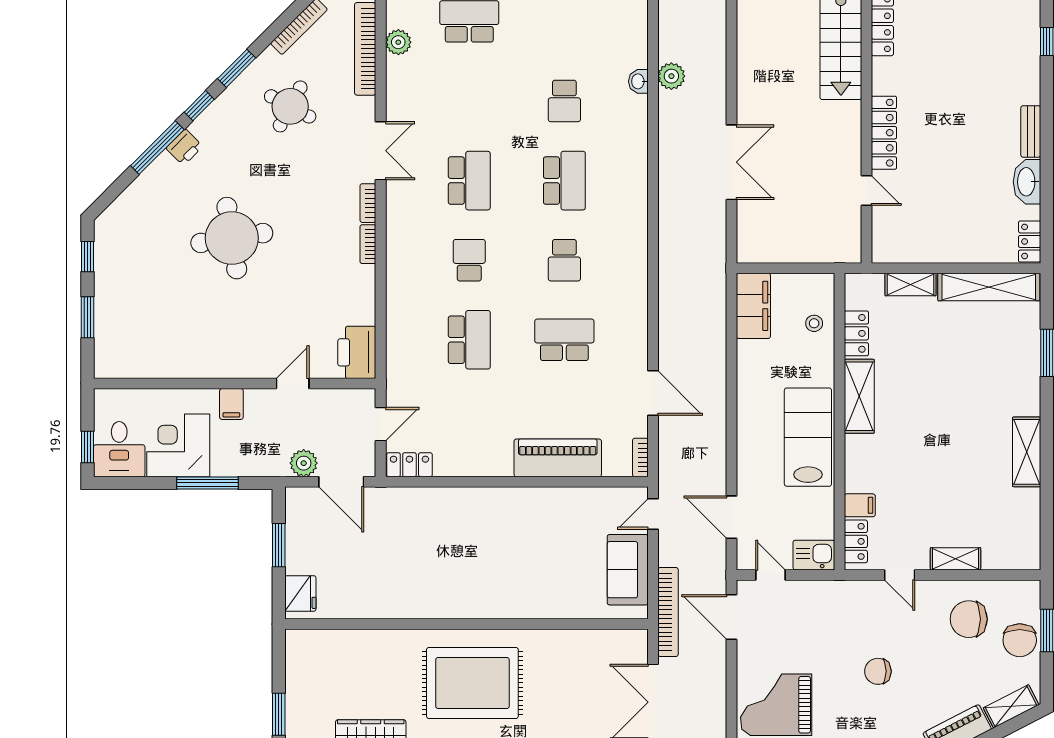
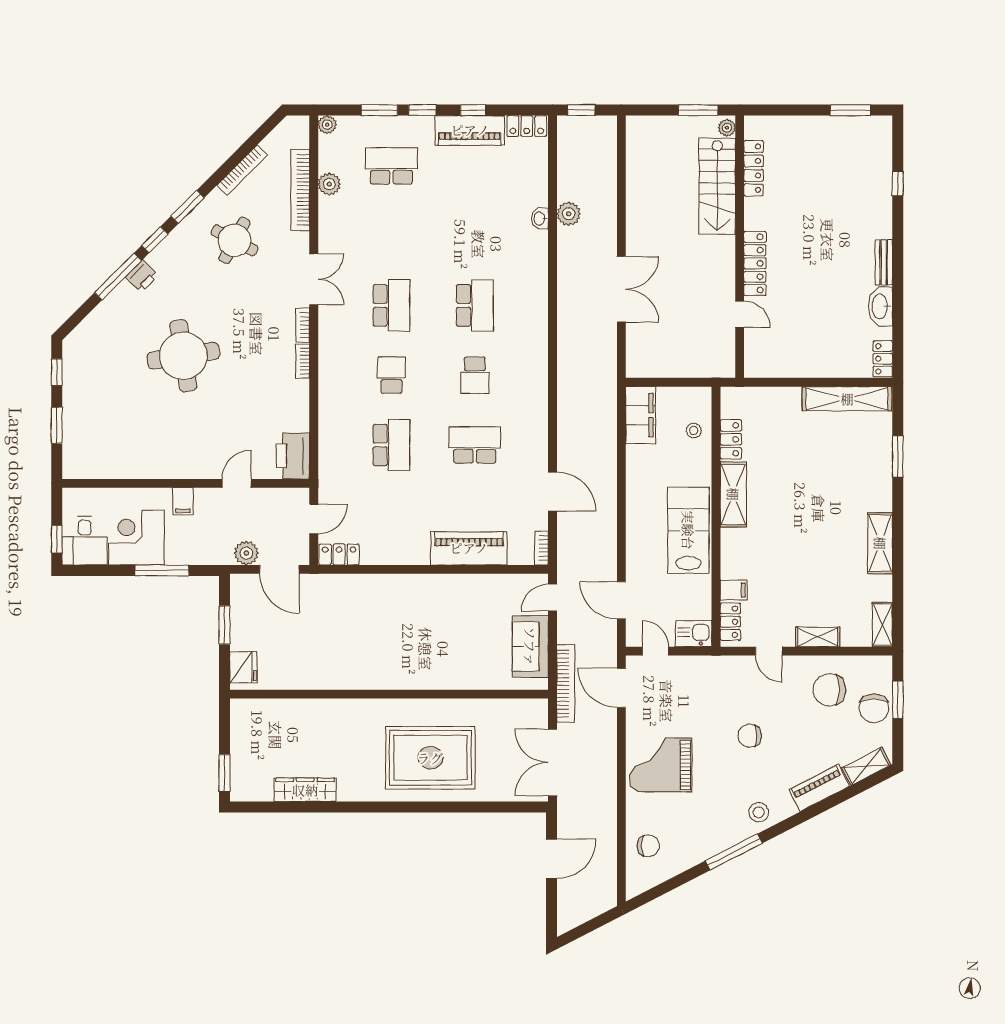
school desk: (564, 101) -> (475, 236), removed
shelving: (911, 285) -> (882, 625), moved, turned 90
rug: (472, 683) -> (430, 758), moved

